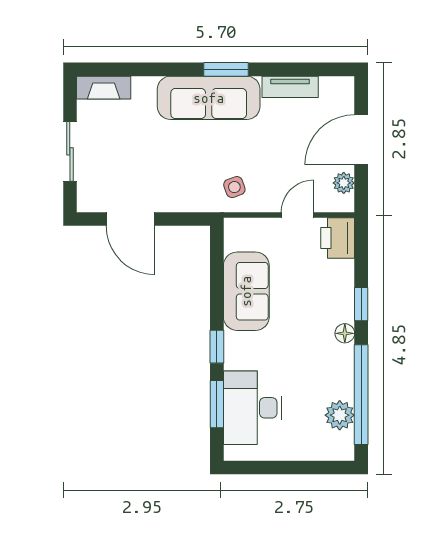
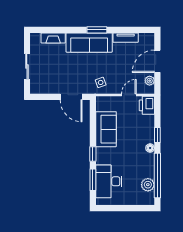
fireplace: (104, 88) -> (53, 38), moved
door: (131, 219) -> (71, 97), moved

